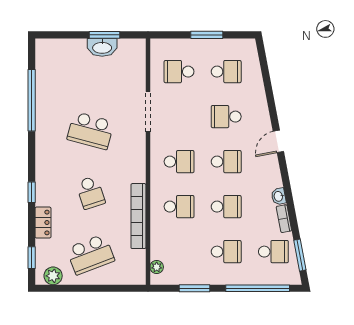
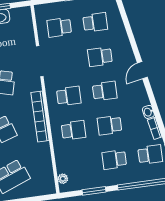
school desk: (226, 207) -> (109, 125), turned 180
bookcase: (138, 216) -> (40, 116), moved
school desk: (226, 252) -> (114, 160), turned 180

